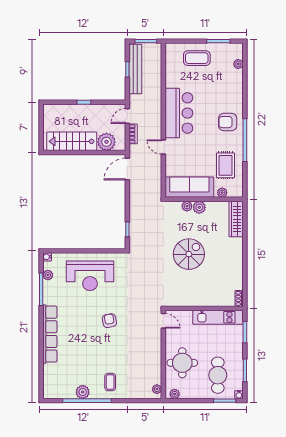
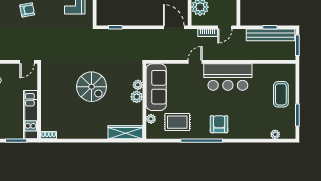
door: (127, 116) -> (225, 27), swing flipped

